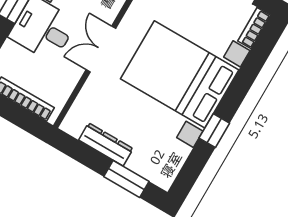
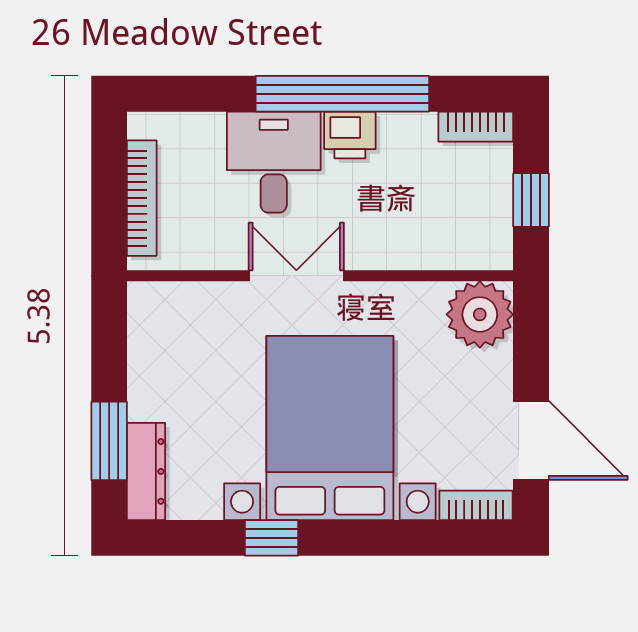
dresser: (106, 144) -> (146, 471), moved

